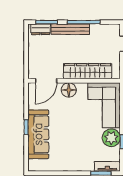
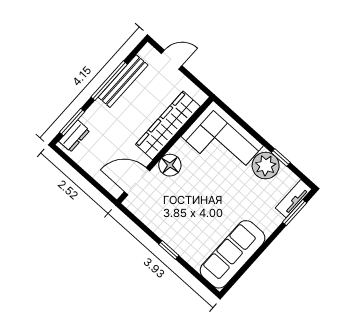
bench: (70, 29) -> (123, 81), moved
door: (46, 81) -> (137, 181), swing flipped
sofa: (38, 134) -> (233, 254), moved, turned -90

